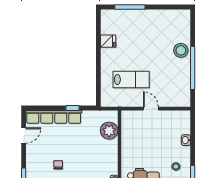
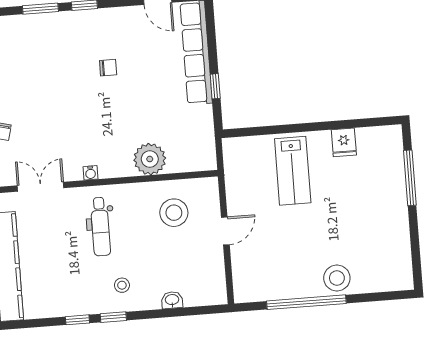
lab bench: (131, 80) -> (293, 171), moved
plant: (109, 131) -> (150, 159), moved
stool: (139, 135) -> (174, 213), added

